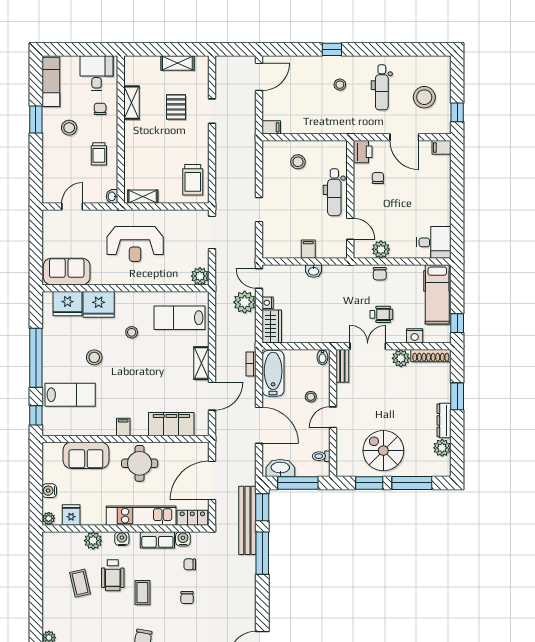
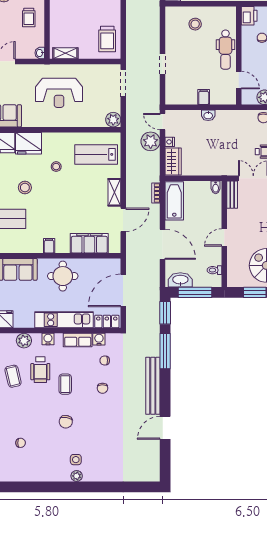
stool: (311, 397) -> (206, 220), removed
bench: (247, 520) -> (153, 386), moved

